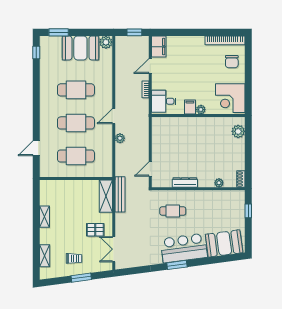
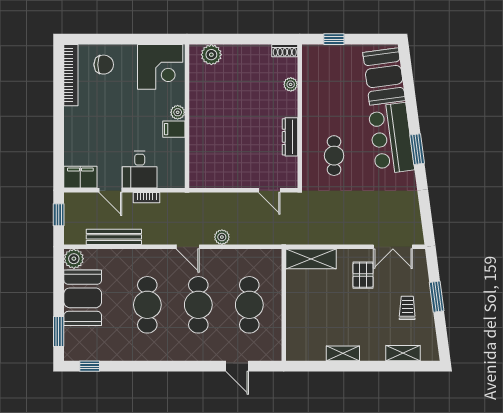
desk: (164, 101) -> (140, 170), moved
bench: (120, 194) -> (114, 237), moved

